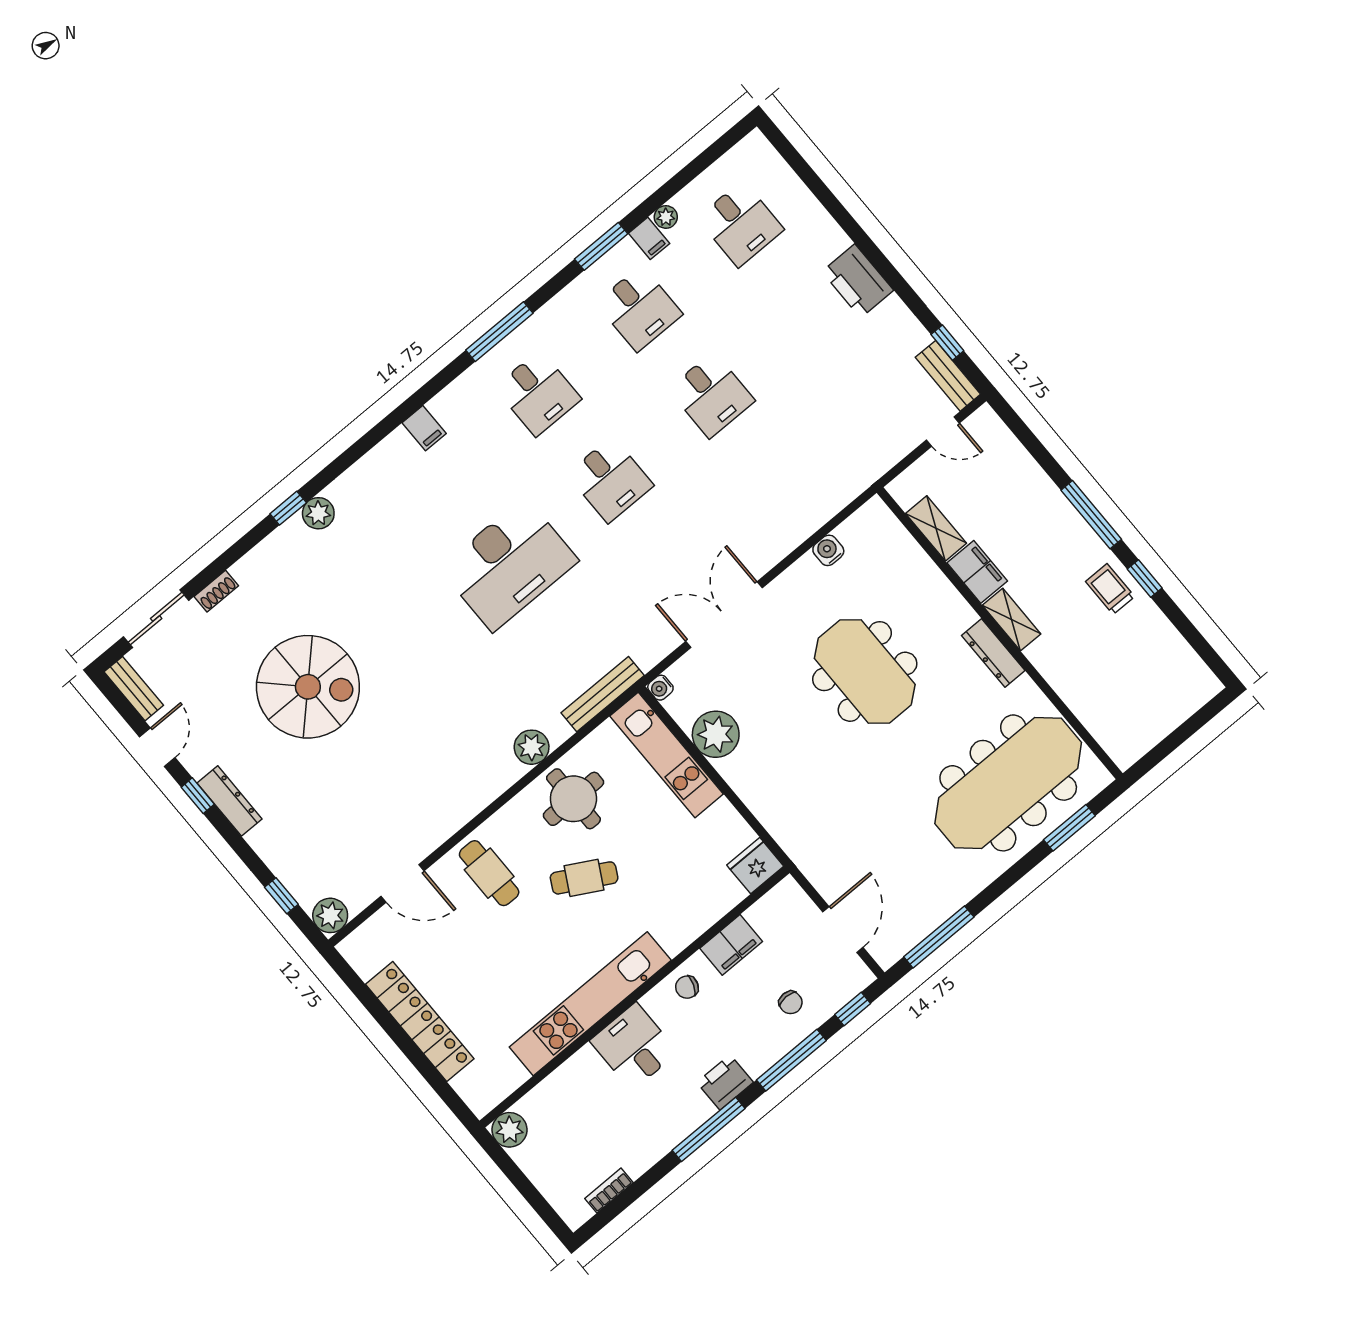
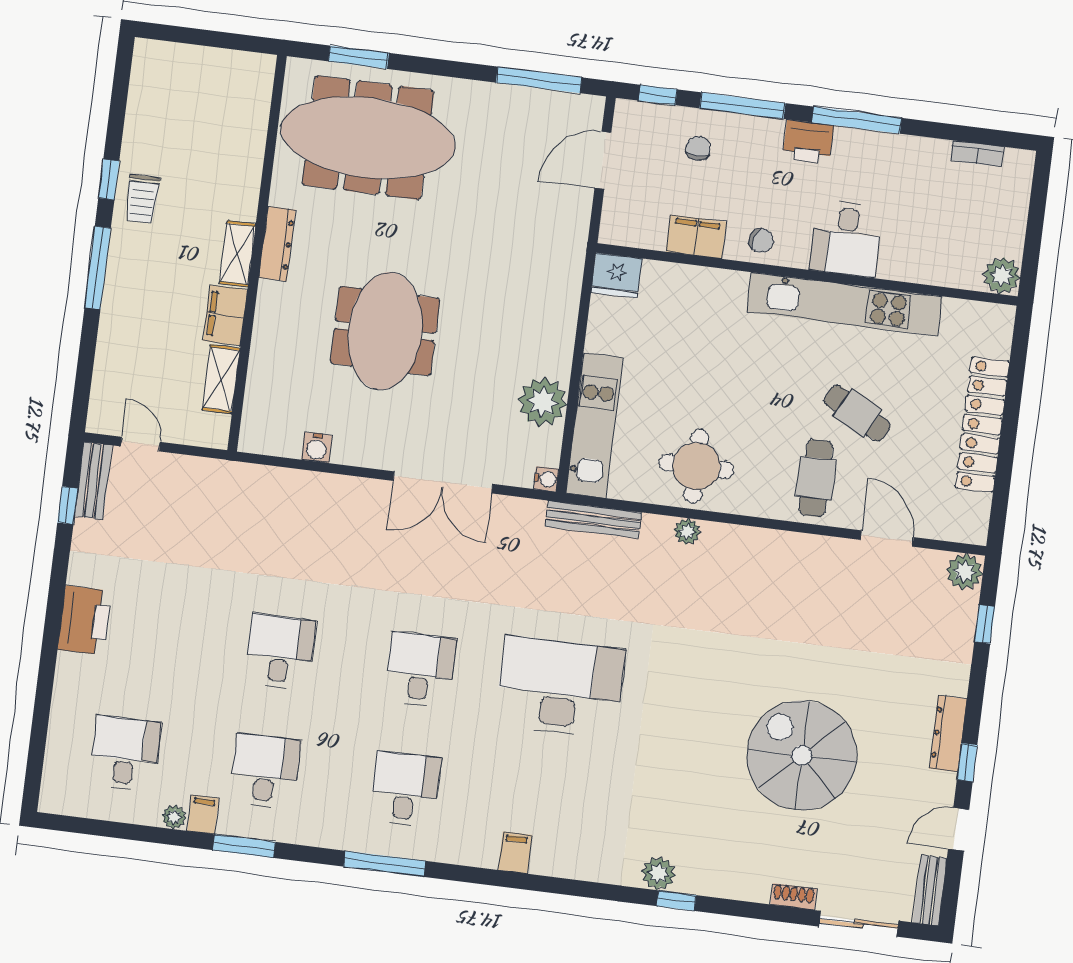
plant: (532, 747) -> (687, 532), width x0.73, depth x0.73
cafe table: (584, 878) -> (857, 413), moved

